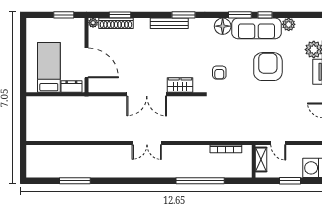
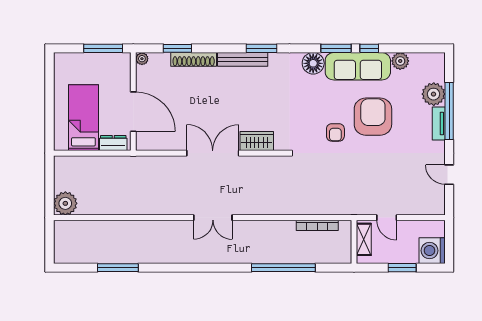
window: (64, 15) -> (103, 48), width x1.44
shoe rack: (116, 23) -> (194, 59), moved
armchair: (219, 73) -> (335, 132), moved
double door: (147, 94) -> (213, 153), swing flipped
plant: (35, 132) -> (65, 203), added

